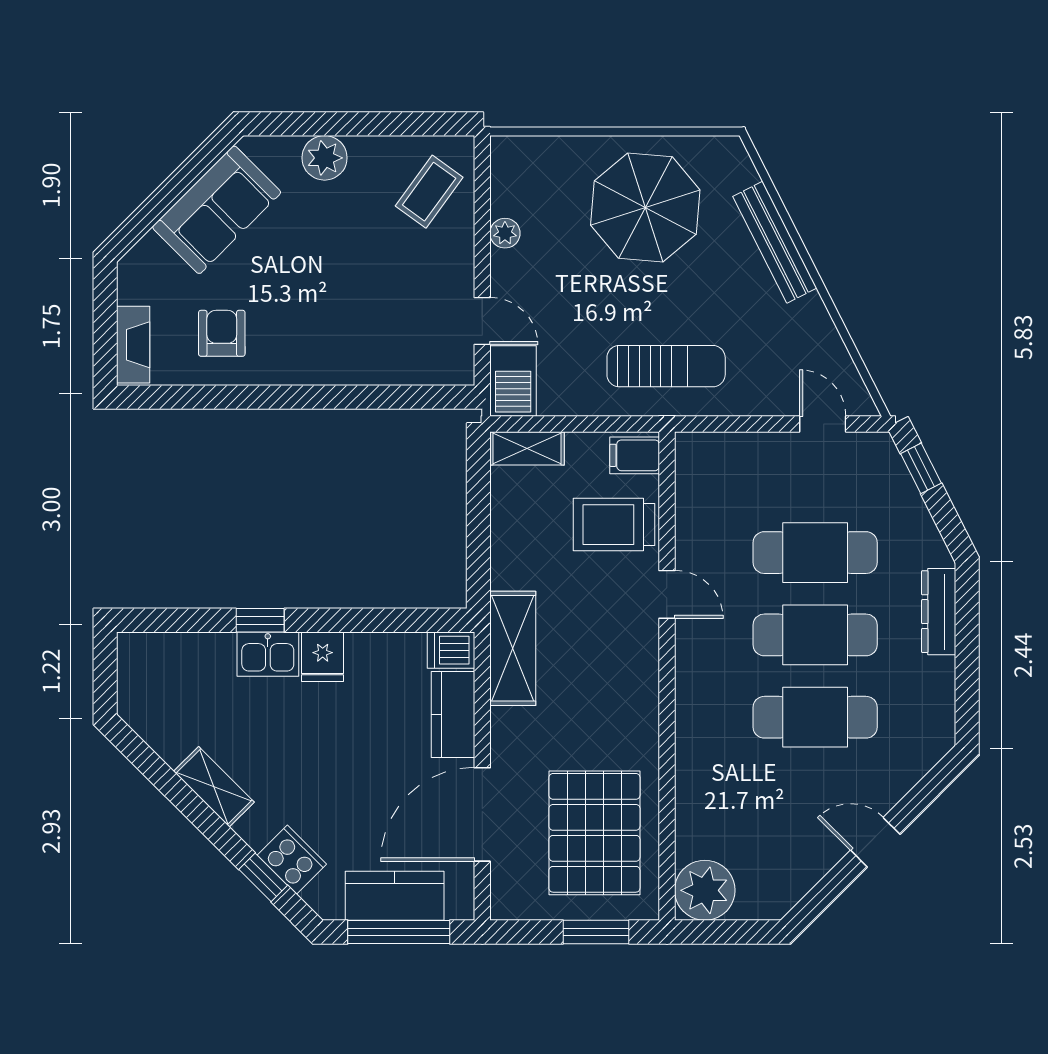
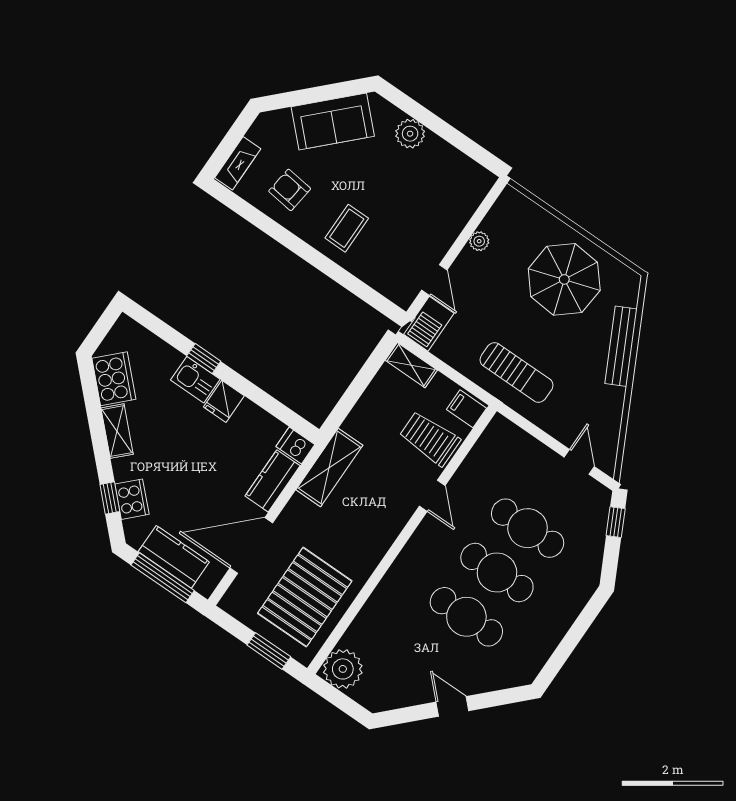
coffee table: (429, 192) -> (347, 228), moved, turned -36
armchair: (222, 333) -> (290, 190), turned -83
dresser: (939, 612) -> (572, 606), removed
cooker: (164, 724) -> (114, 379), added

